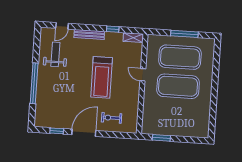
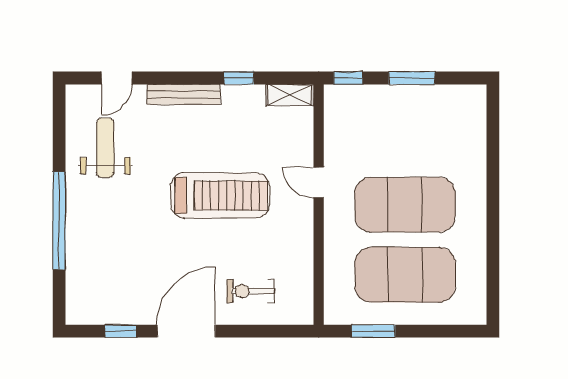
window: (158, 32) -> (348, 78), added
window: (184, 34) -> (412, 78), width x0.69
exercise mat: (180, 57) -> (405, 275), moved
treadmill: (102, 77) -> (220, 195), turned -90

